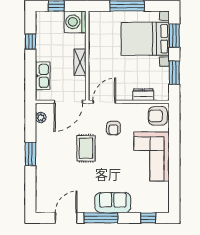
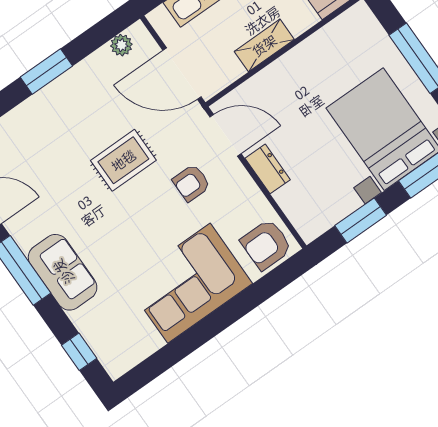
dresser: (143, 95) -> (268, 169), moved
armchair: (158, 116) -> (266, 245), turned -90

